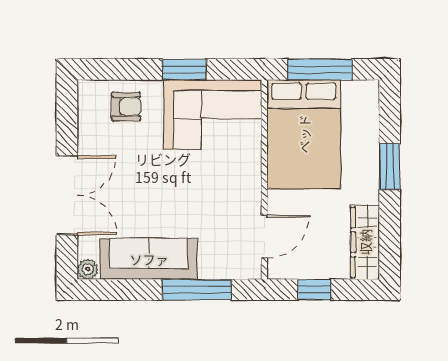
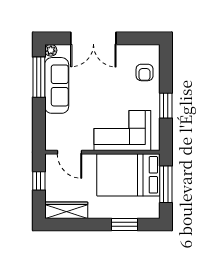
corner sofa: (213, 115) -> (122, 130), moved, turned 90
window: (390, 166) -> (124, 224), moved
window: (197, 290) -> (39, 77), moved

